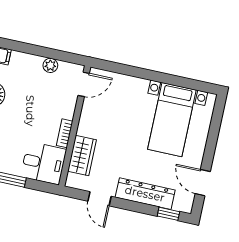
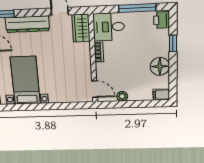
door: (84, 84) -> (95, 89), swing flipped
wardrobe: (82, 156) -> (81, 28), moved

